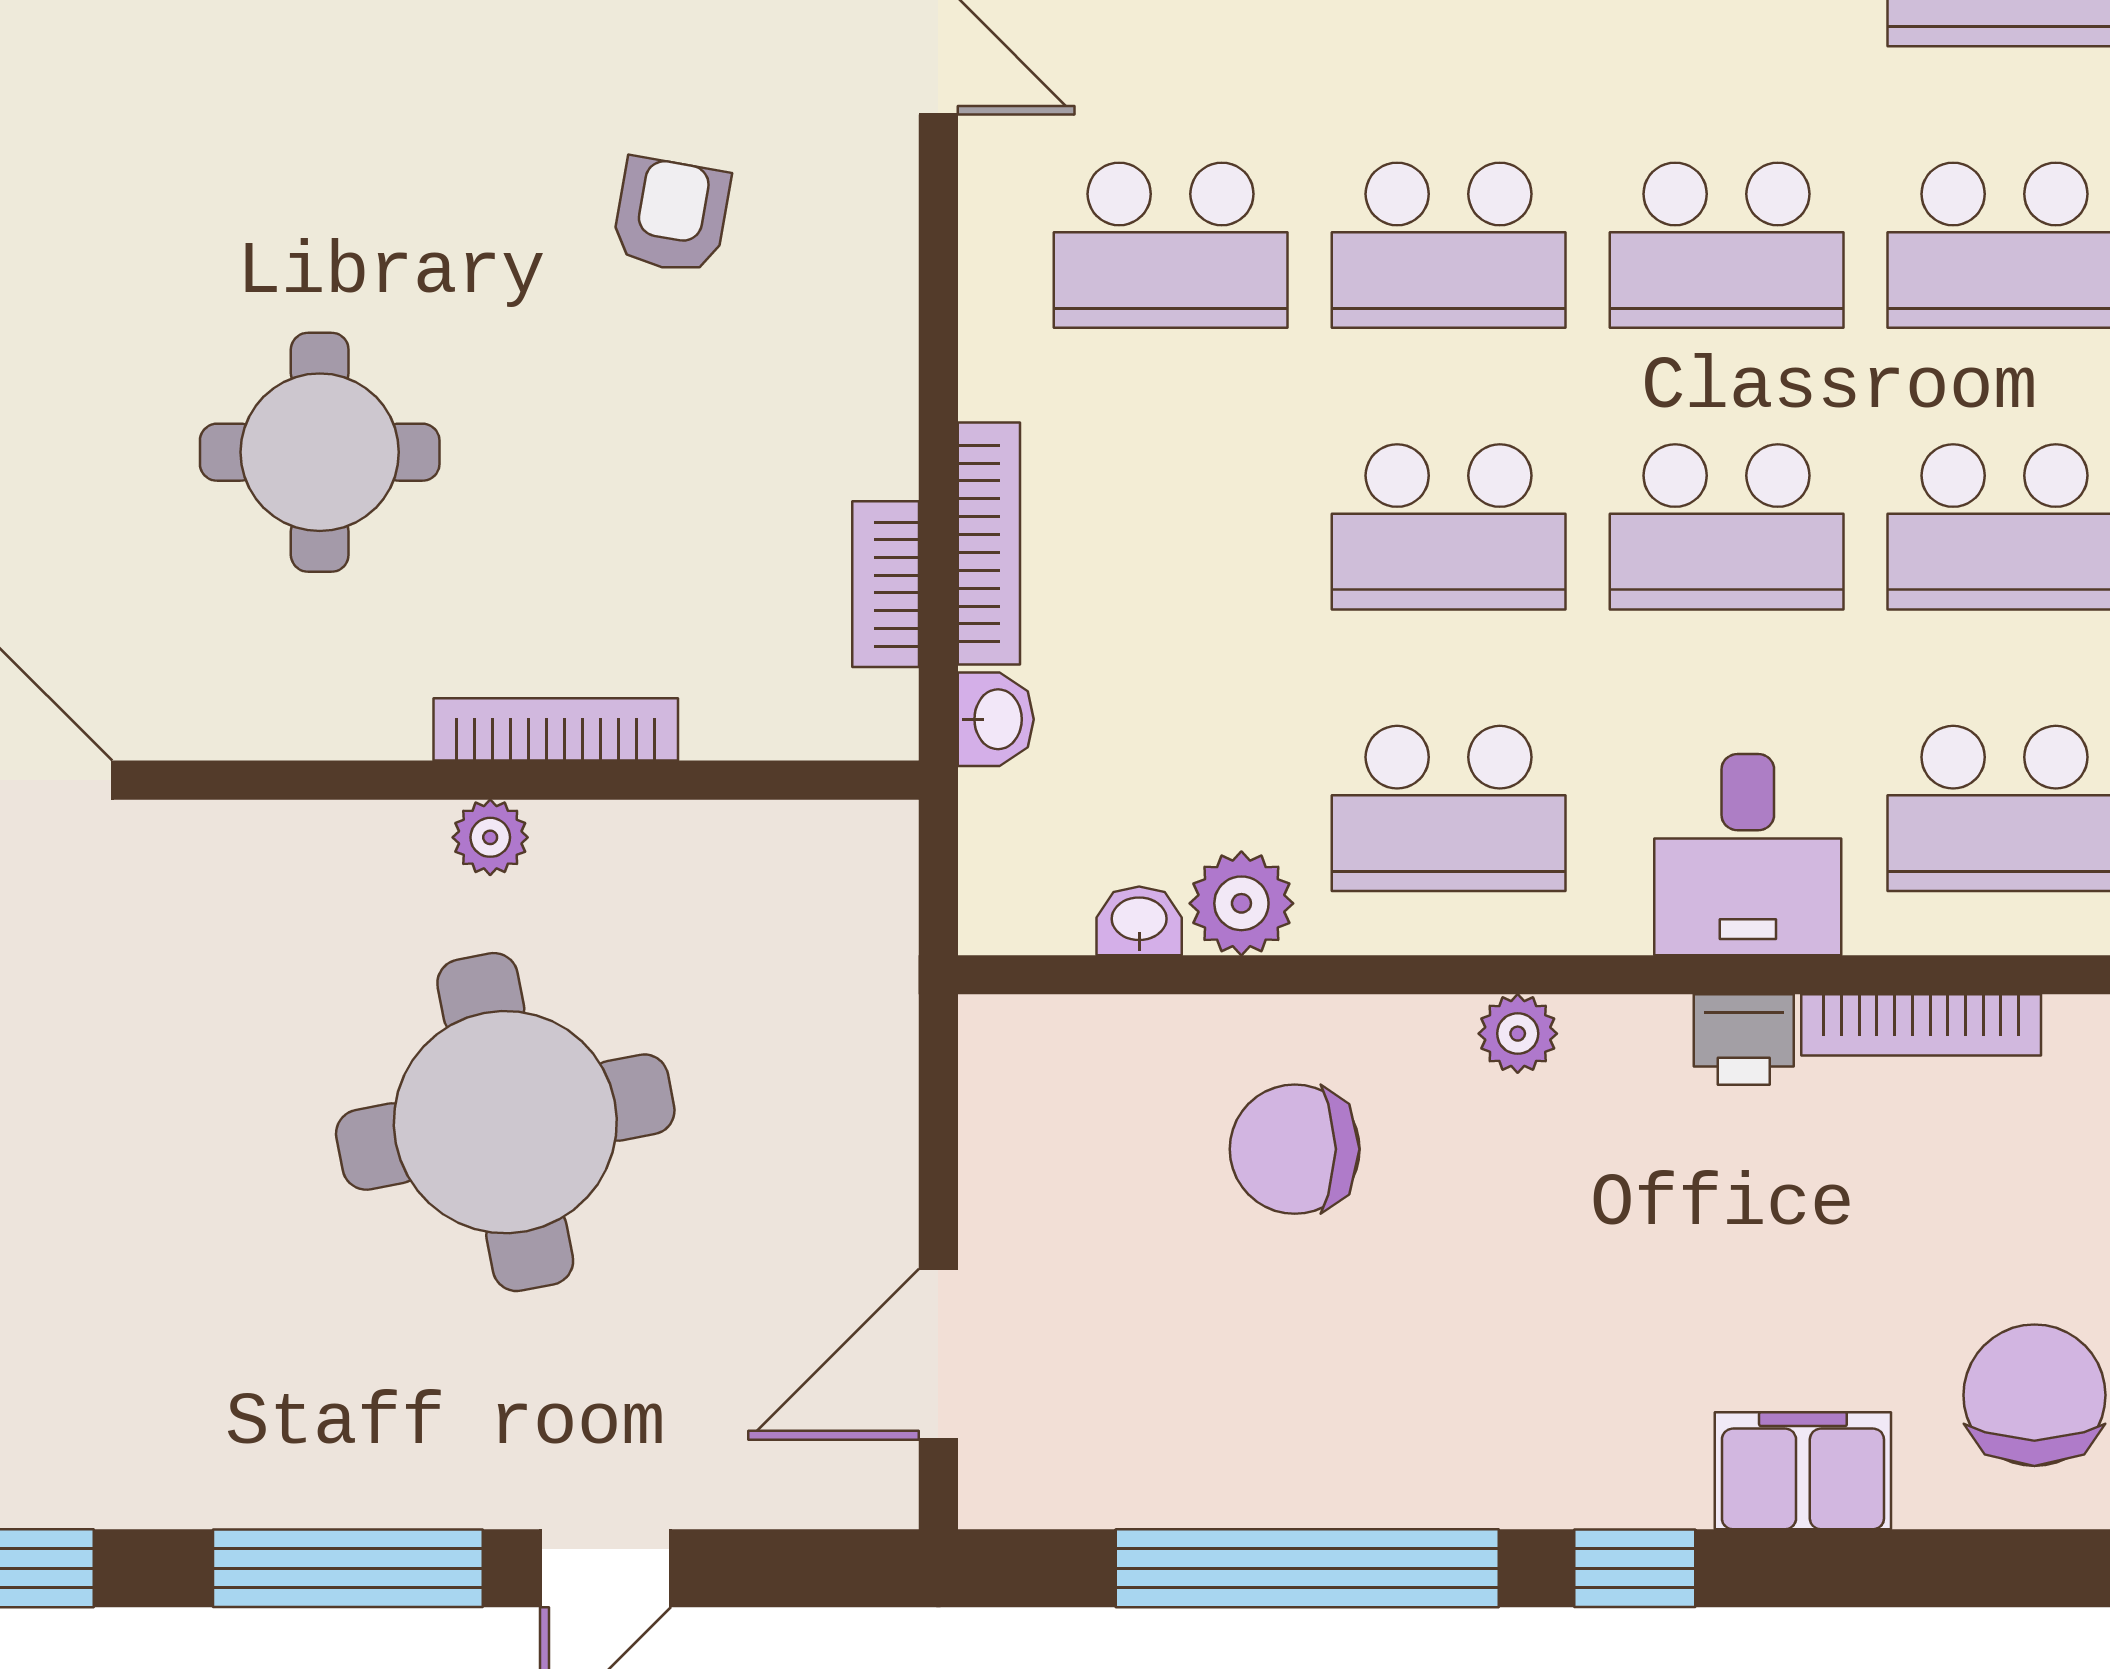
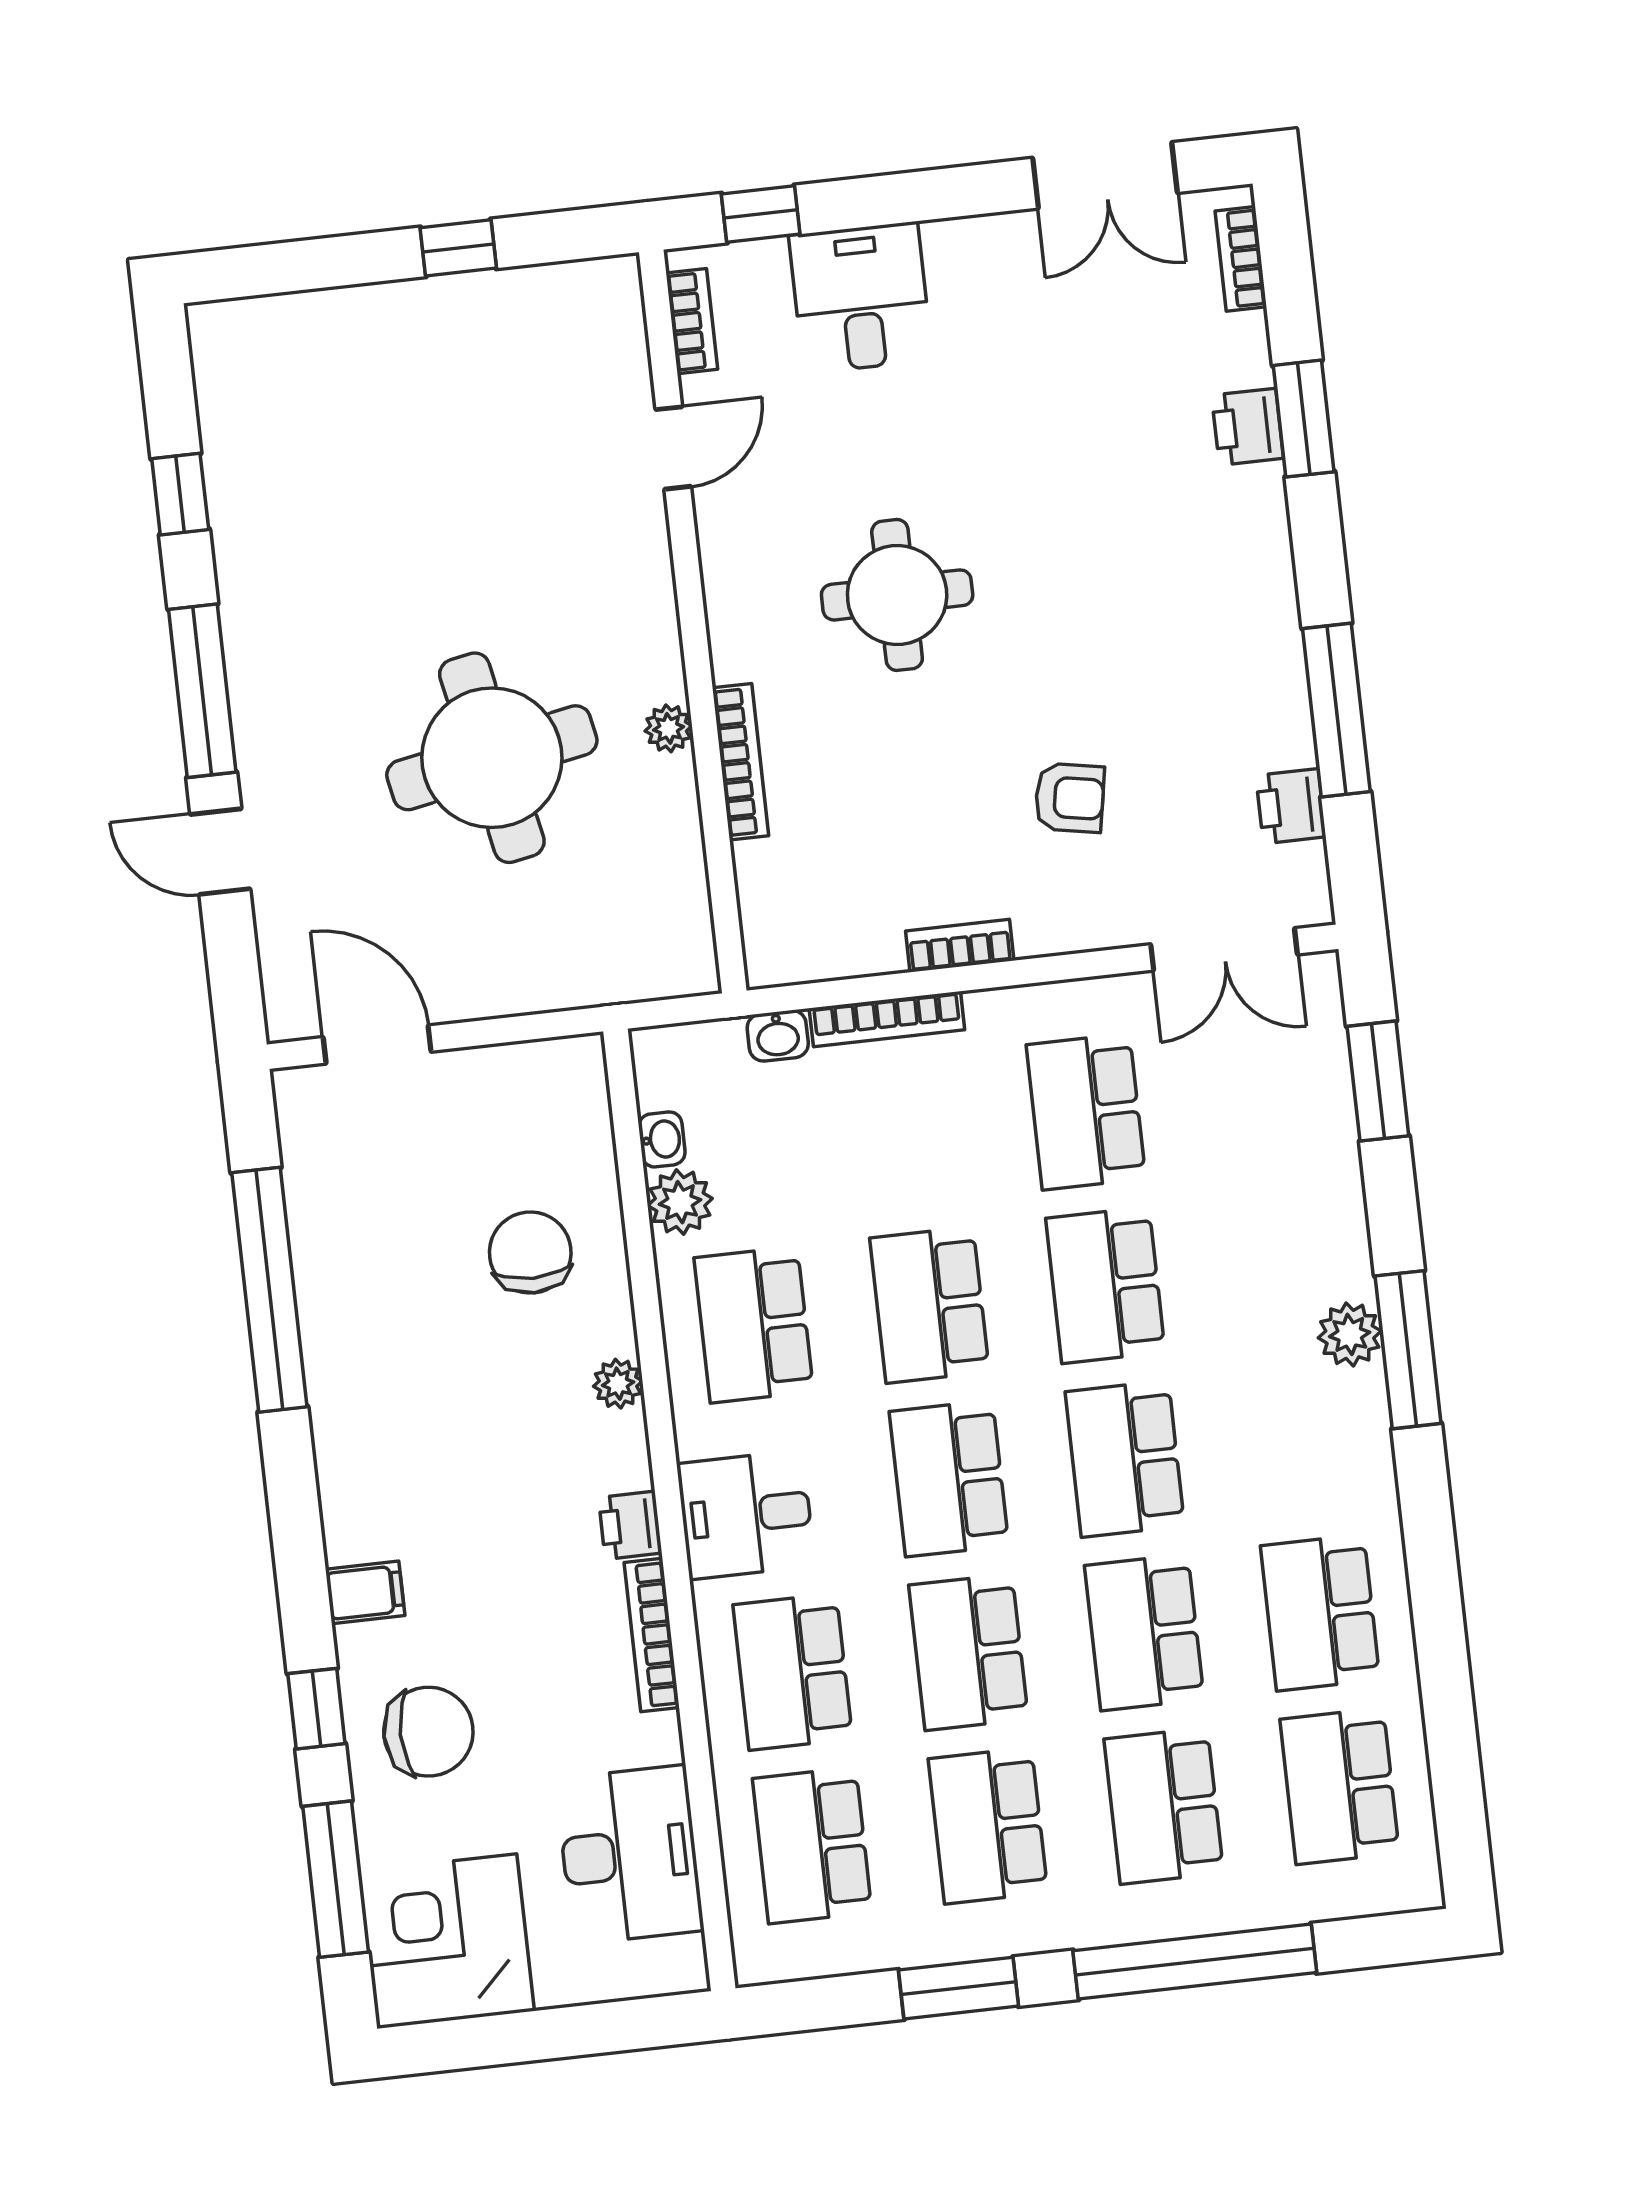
bookcase: (886, 584) -> (960, 946), moved
filing cabinet: (1803, 1471) -> (365, 1592), width x0.50
window: (1635, 1568) -> (316, 1709), moved

